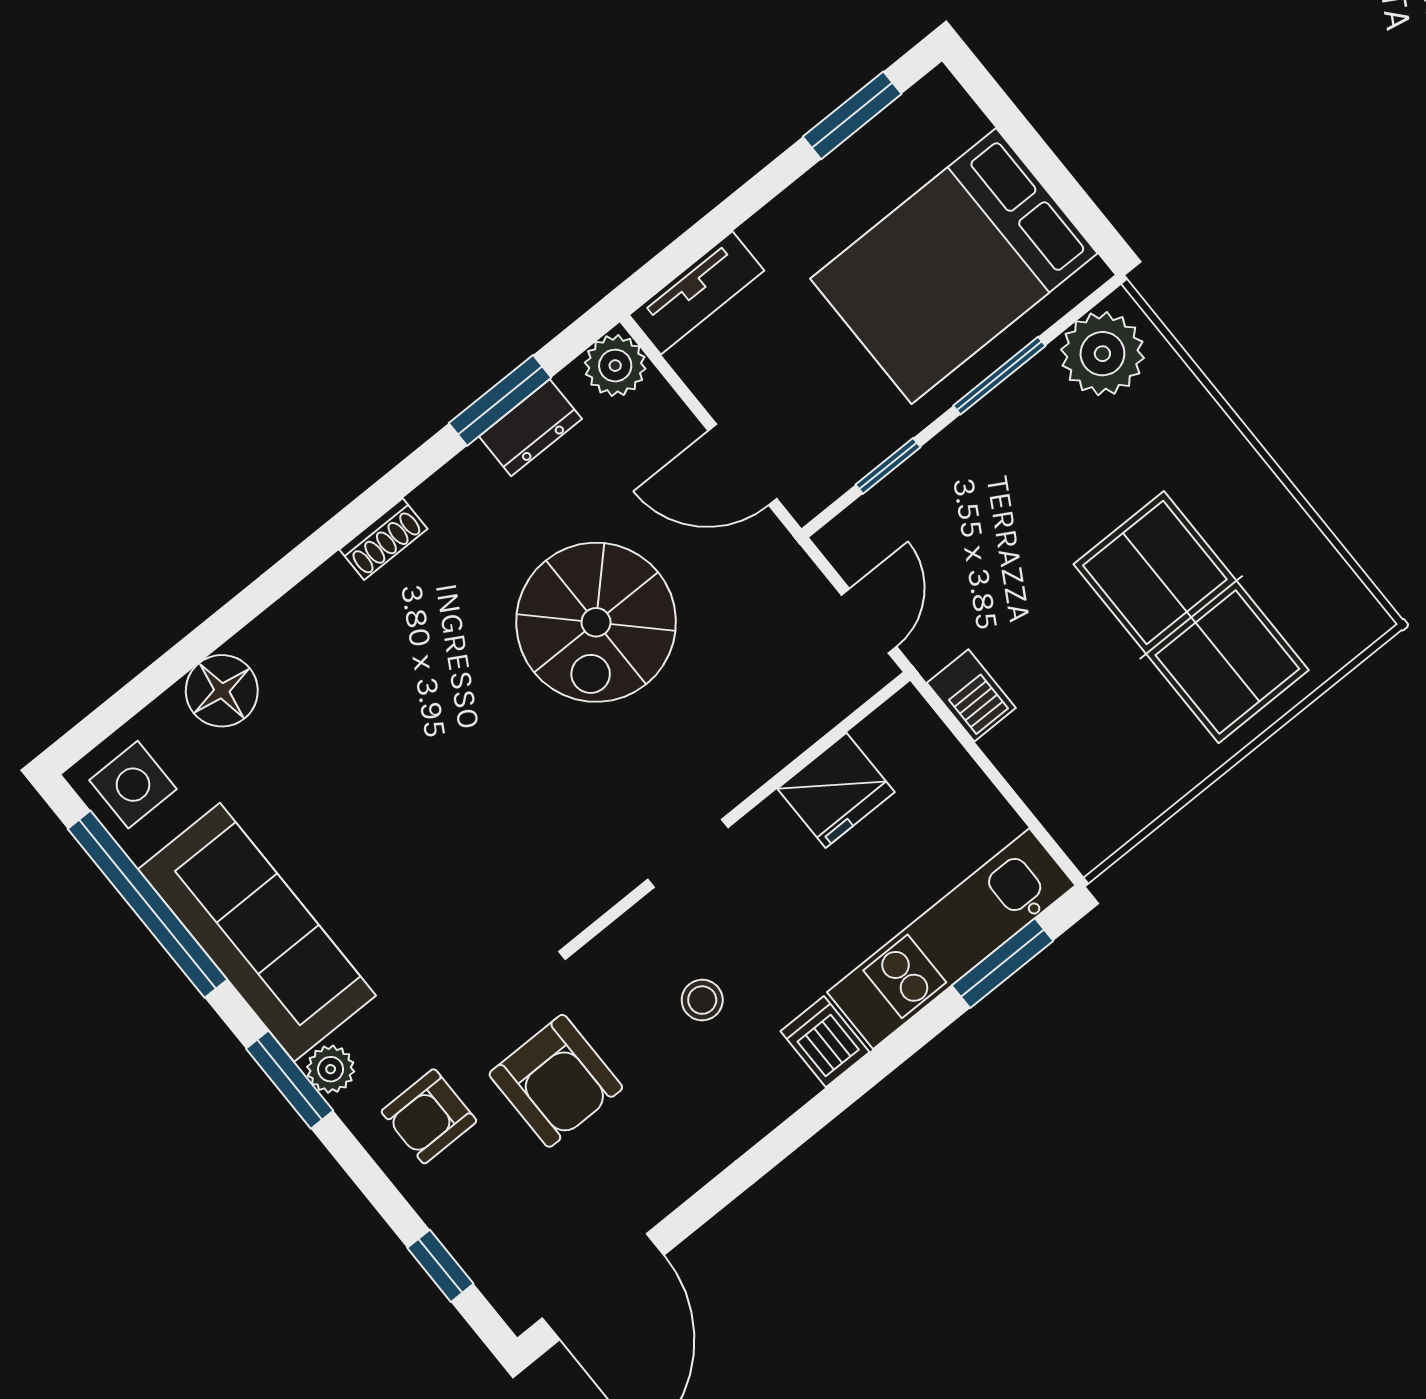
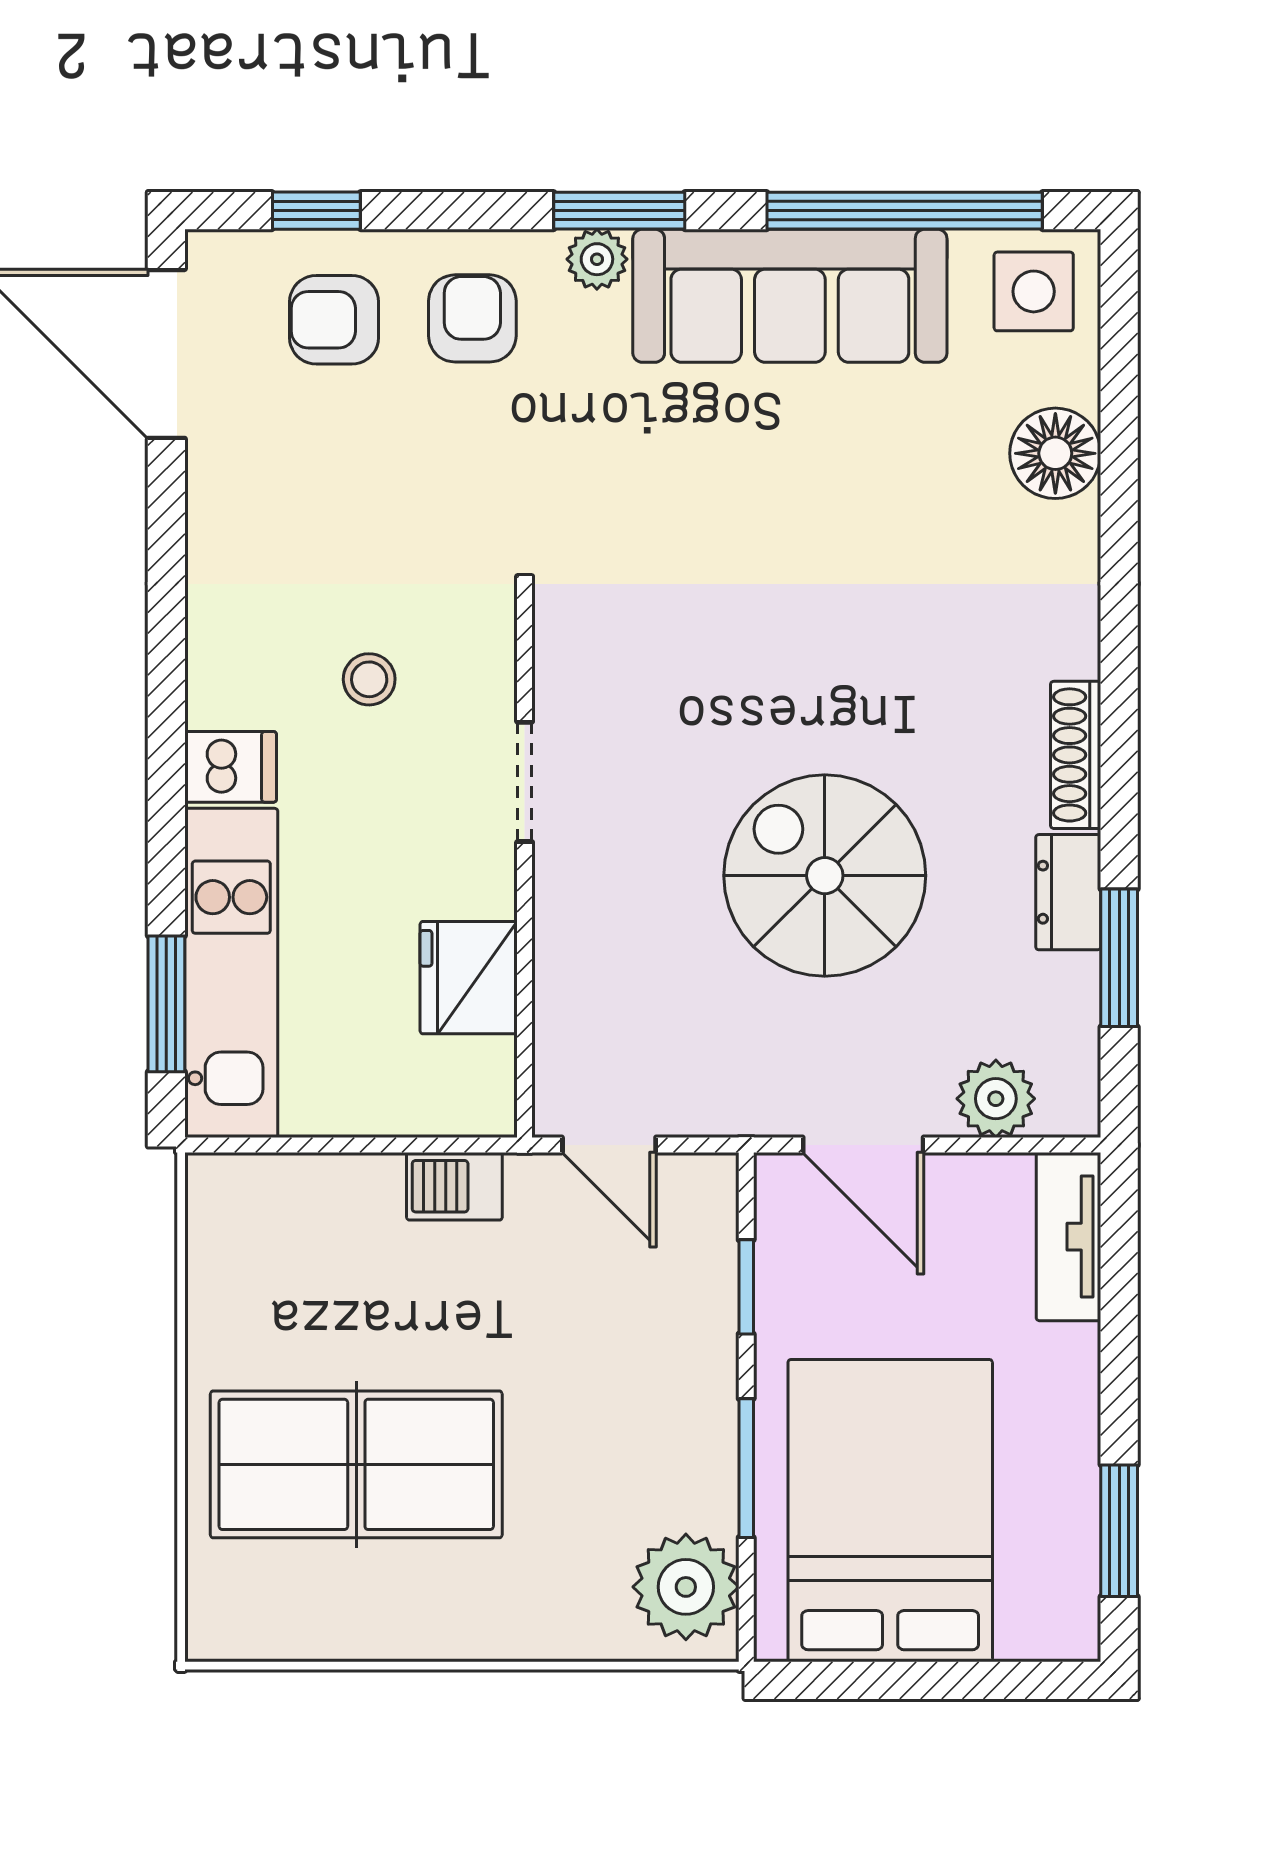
plant: (615, 366) -> (996, 1099), moved
dresser: (530, 428) -> (1068, 892), moved
door: (743, 465) -> (863, 1145), swing flipped
shoe rack: (383, 539) -> (1076, 755), width x1.43
armchair: (556, 1081) -> (334, 320), moved, width x0.72, depth x0.72

